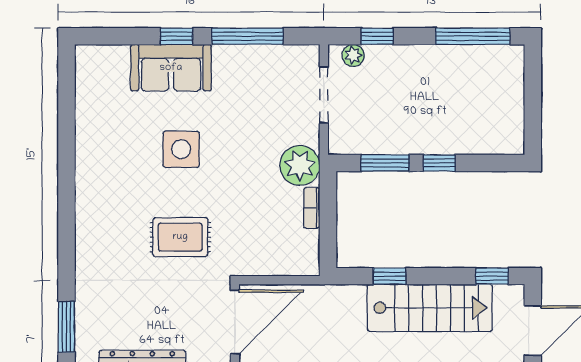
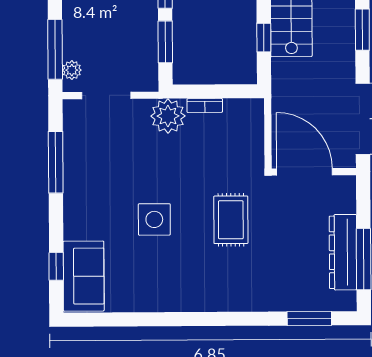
window: (177, 36) -> (56, 266), moved
window: (377, 36) -> (55, 49), width x2.17
sofa: (171, 68) -> (84, 276), moved

